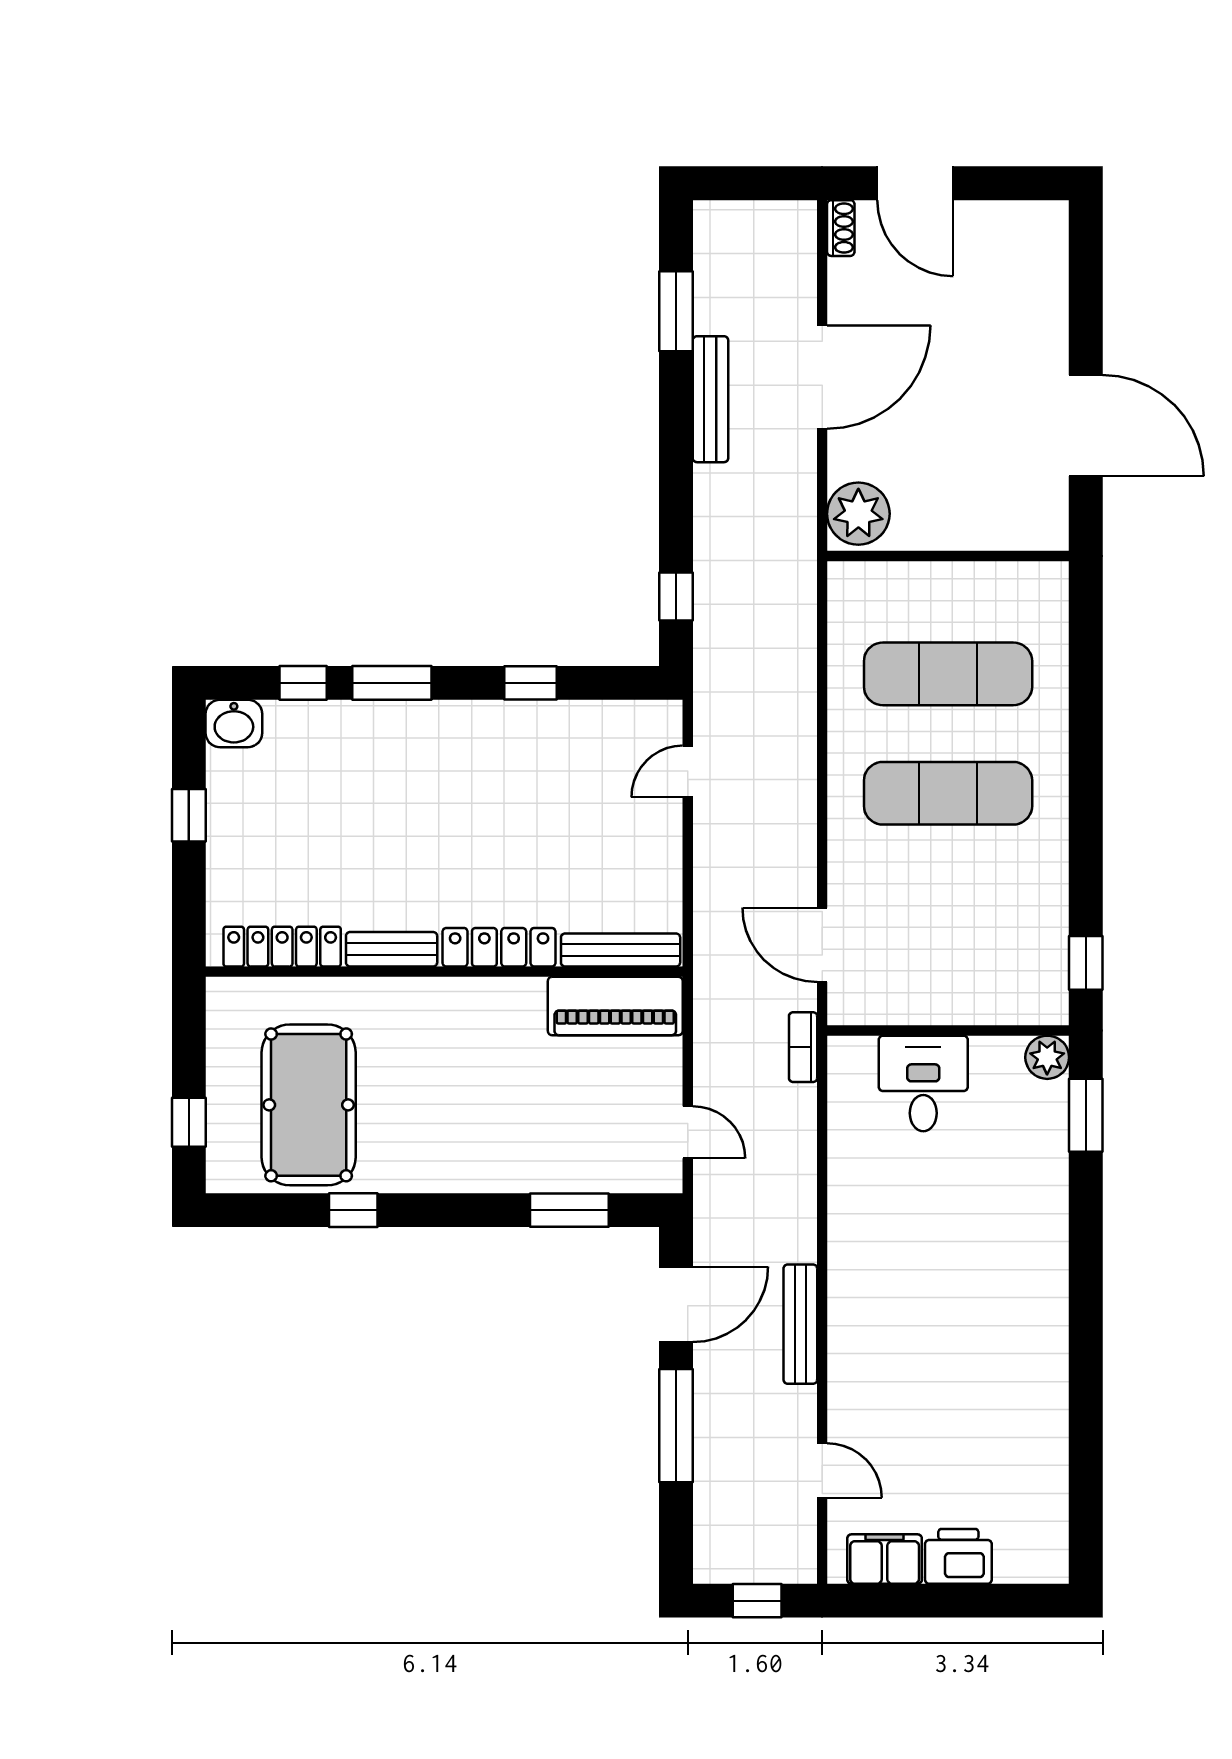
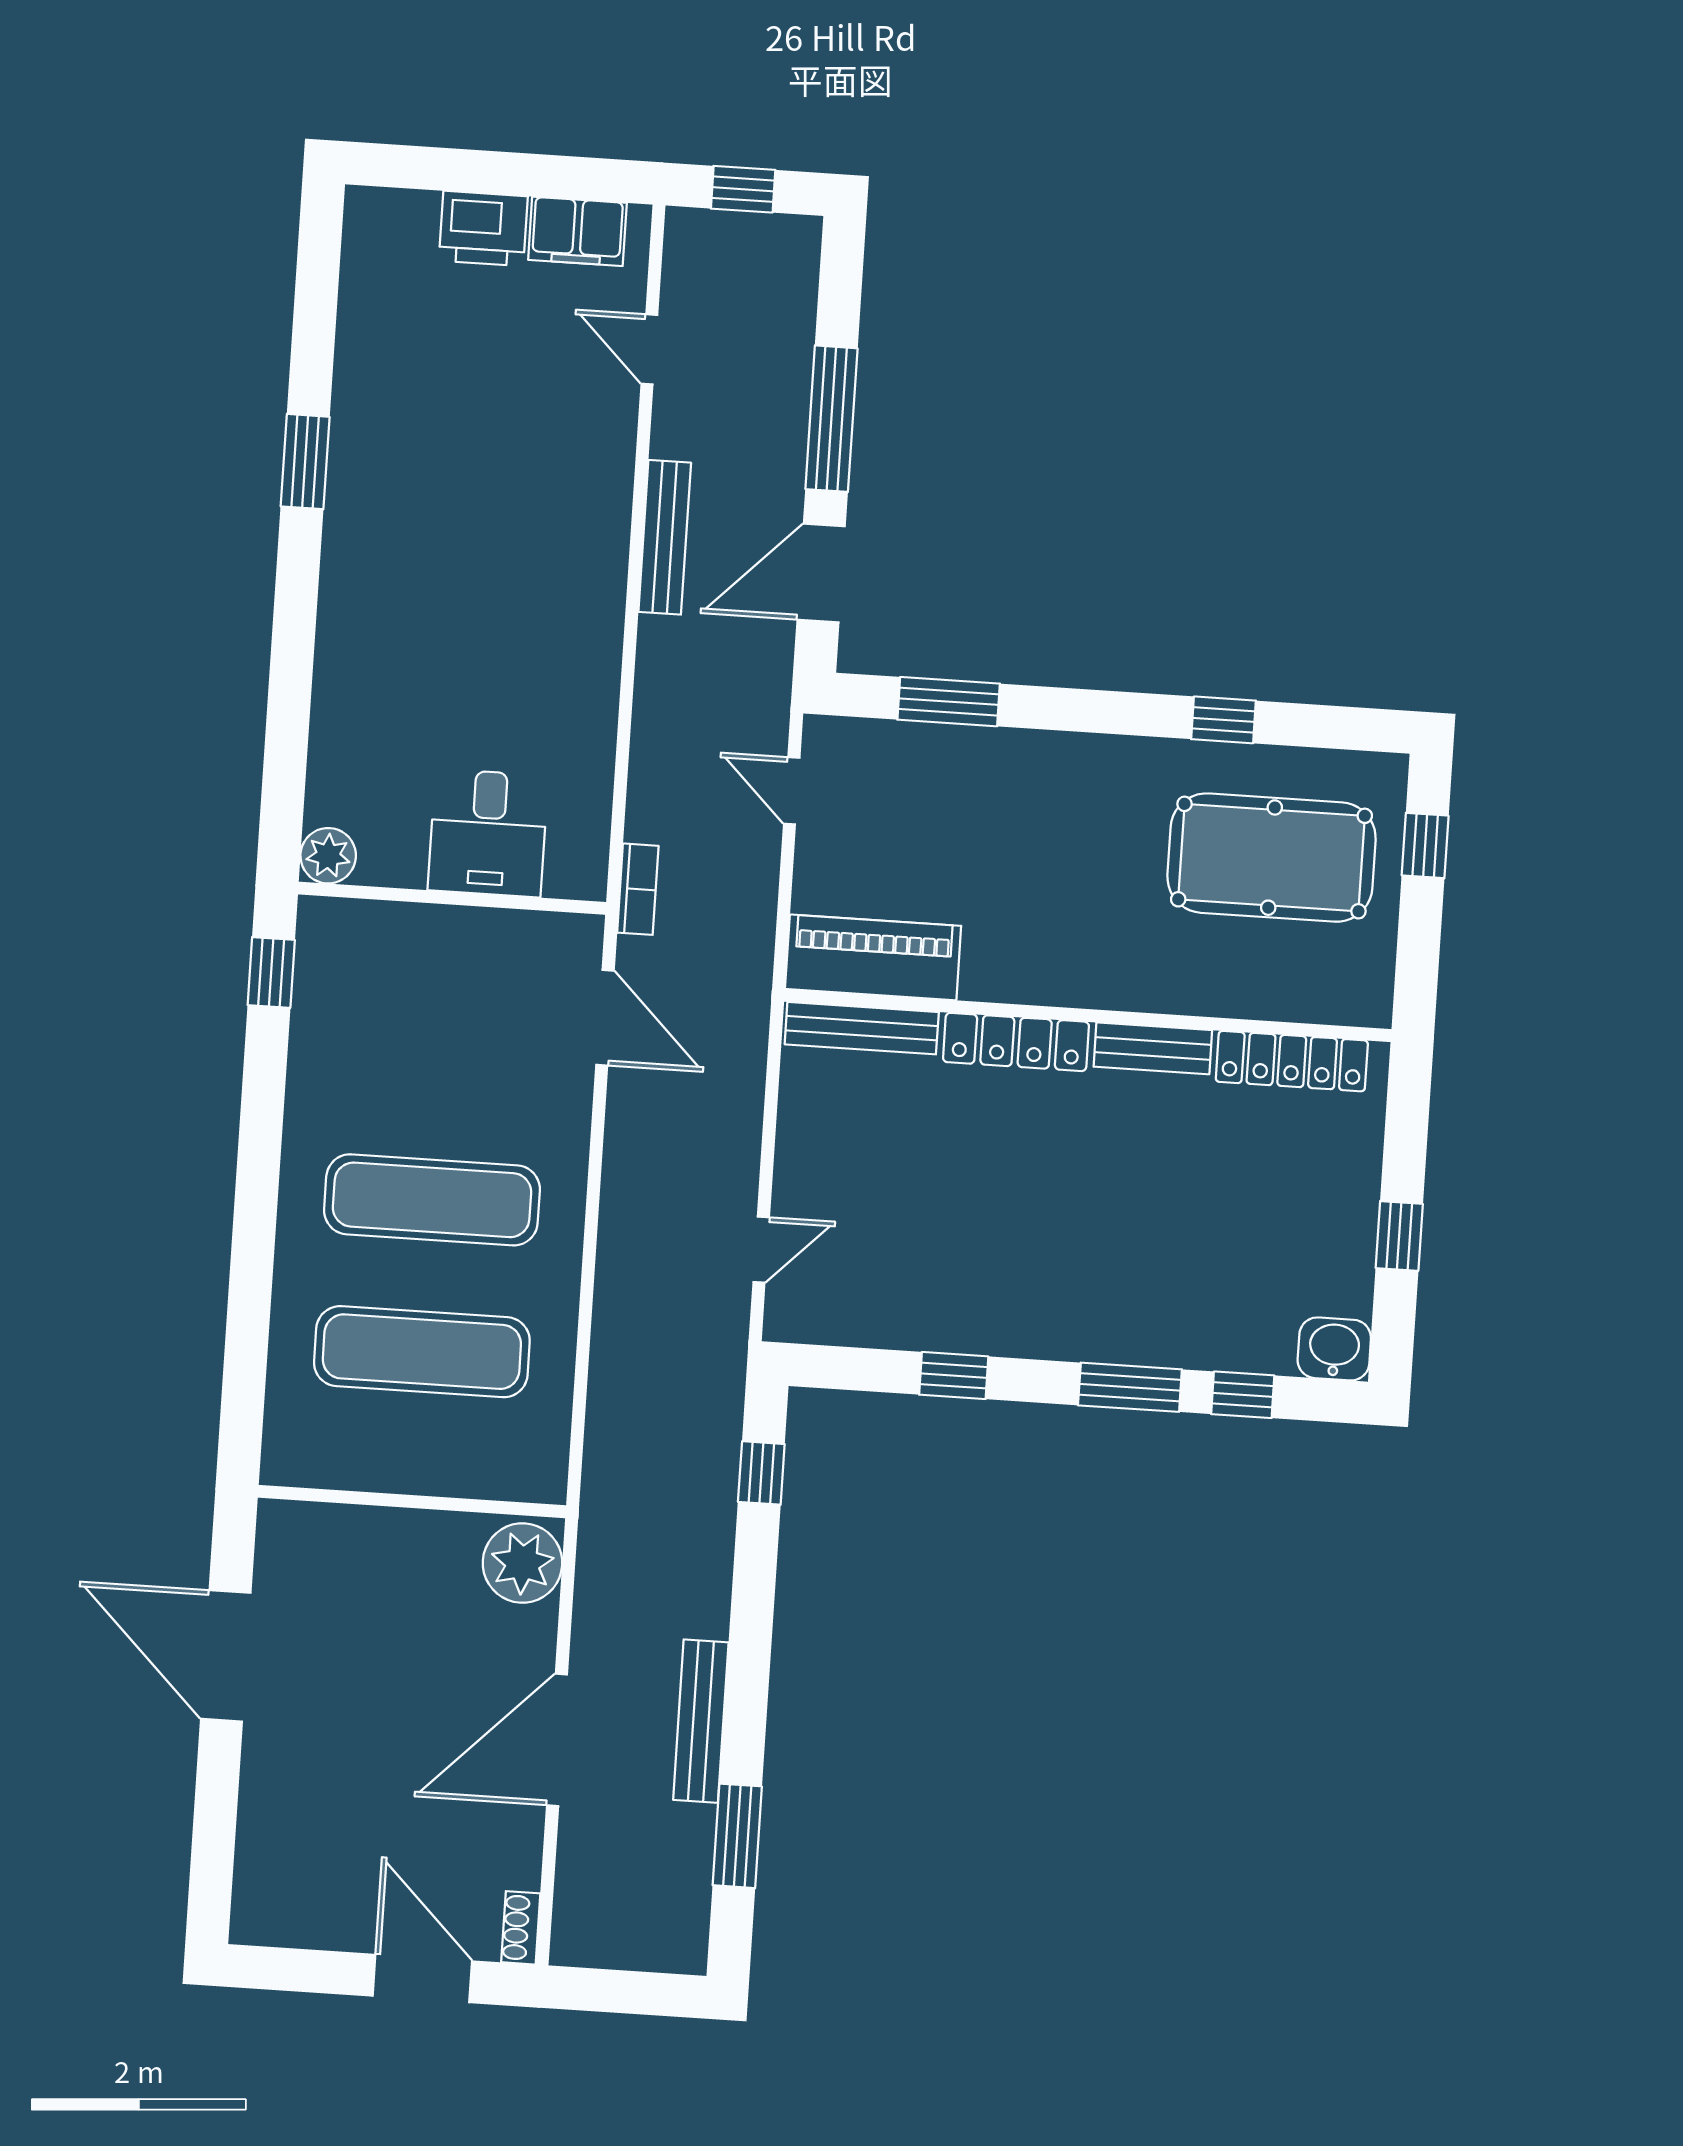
pool table: (309, 1105) -> (1272, 858), turned 90
window: (1086, 1115) -> (305, 462), moved

